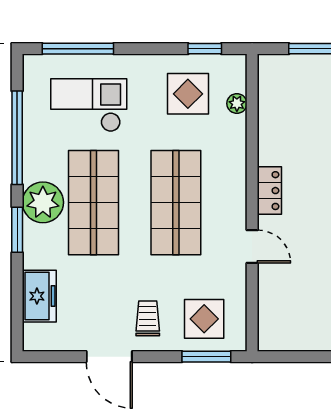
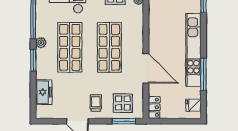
locker: (269, 191) -> (154, 107), moved
plant: (43, 202) -> (41, 43), width x0.53, depth x0.53
door: (252, 246) -> (146, 68), width x1.88

